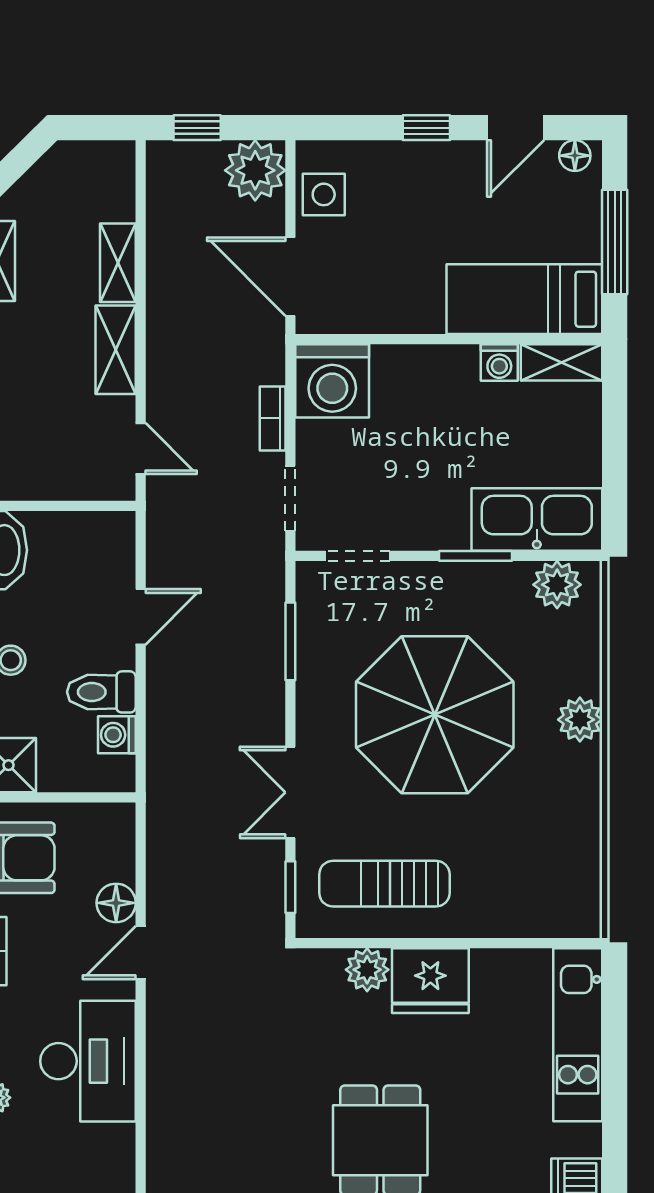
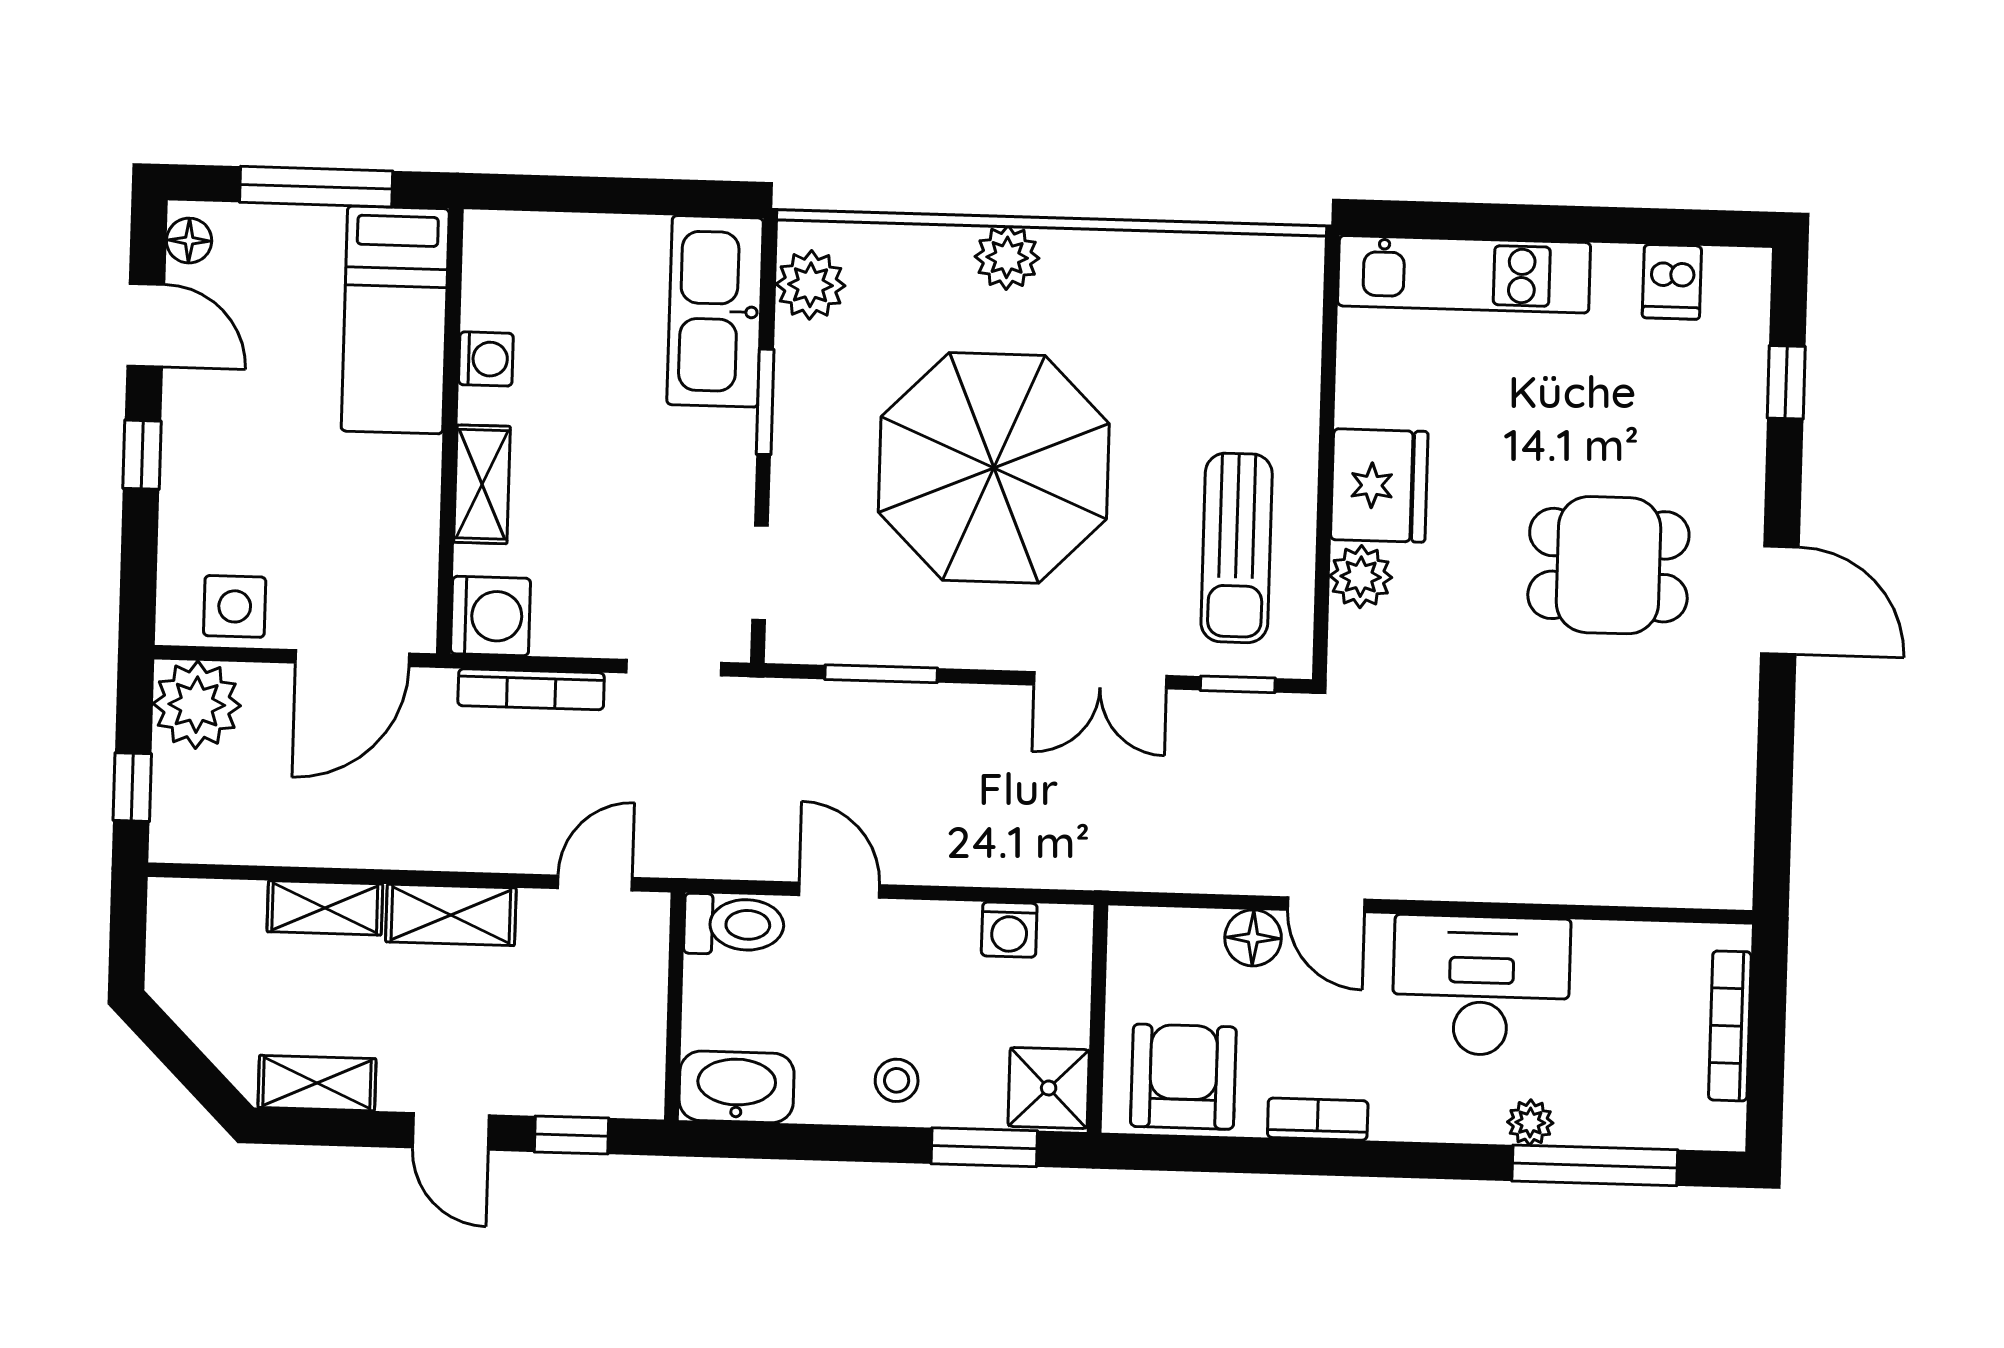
shelving: (562, 362) -> (482, 484), moved
washing machine: (332, 381) -> (491, 616), width x0.73, depth x0.73
bookcase: (273, 418) -> (531, 689), width x1.56
toilet: (101, 692) -> (734, 924), moved, turned -90

